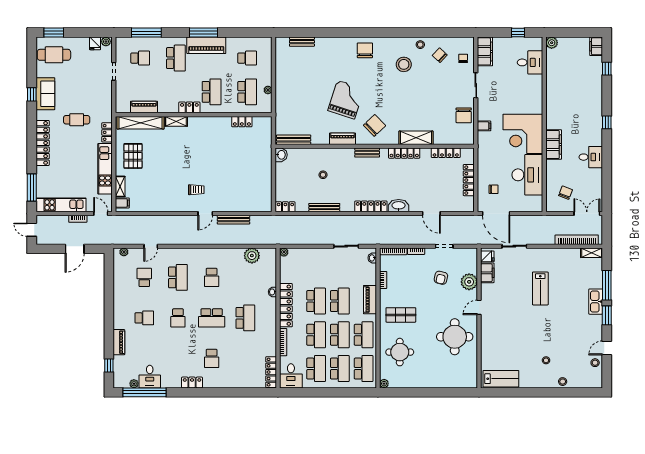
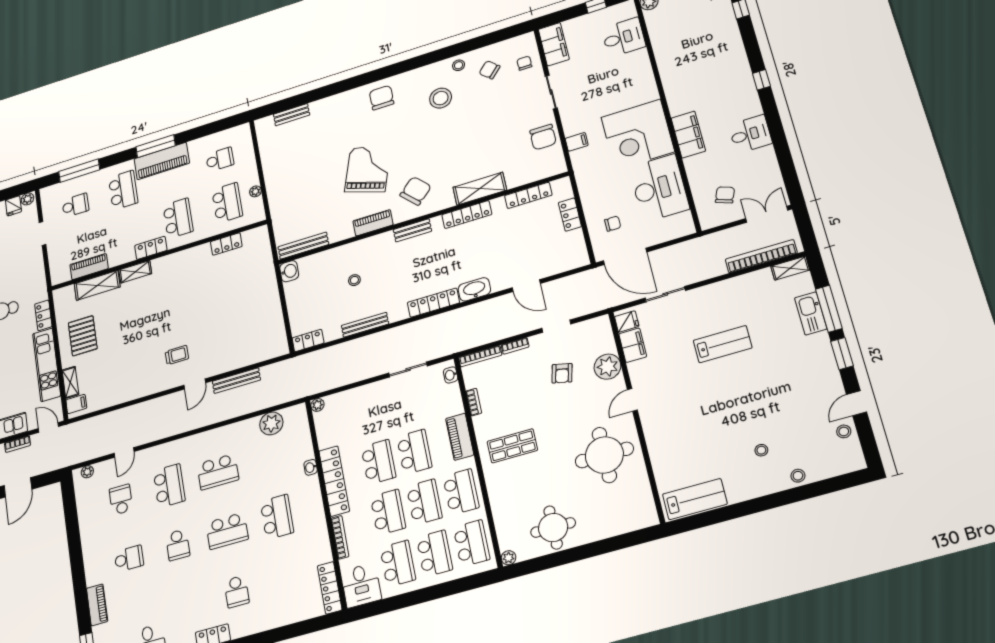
shelving: (140, 123) -> (97, 285), width x0.68
locker: (469, 180) -> (570, 215), width x0.66
school desk: (212, 277) -> (218, 472), width x1.85
lab bench: (540, 288) -> (723, 344), turned -90
kitchen sink: (596, 302) -> (811, 313), moved
round table: (400, 352) -> (553, 528), moved

